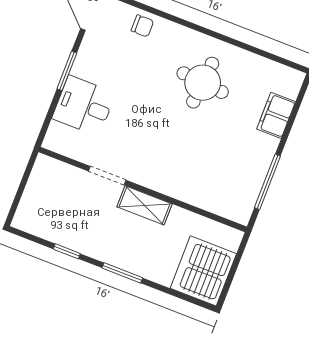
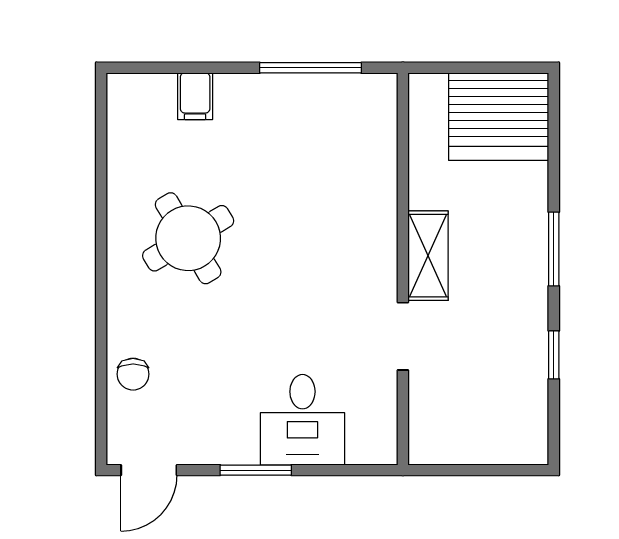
chair: (142, 26) -> (133, 374), turned 180
round table: (203, 83) -> (188, 238), turned -36
filing cabinet: (276, 115) -> (195, 96), width x0.50

